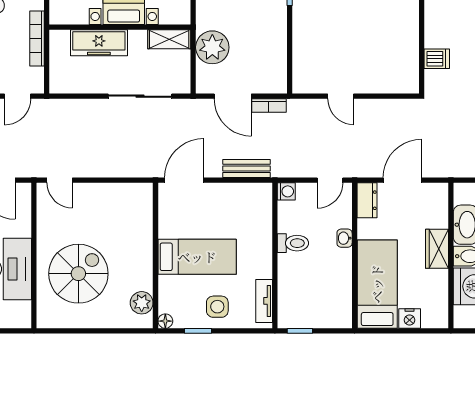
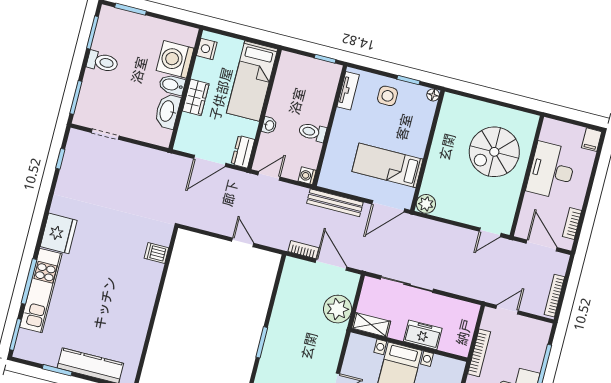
freezer: (99, 43) -> (423, 335), width x0.71
bench: (246, 168) -> (335, 203), width x1.36
door: (60, 180) -> (490, 232), swing flipped
bed: (197, 257) -> (387, 165), moved
plant: (142, 303) -> (426, 204), moved
nightstand: (410, 318) -> (207, 49), moved, turned -90

